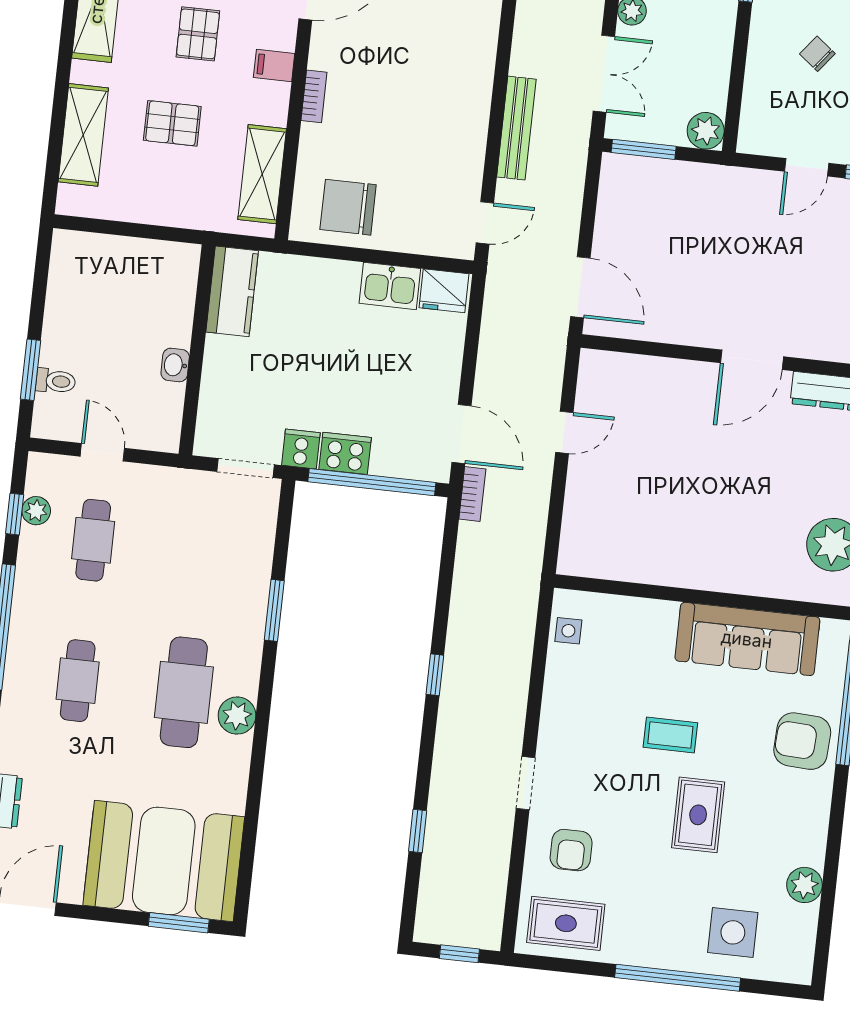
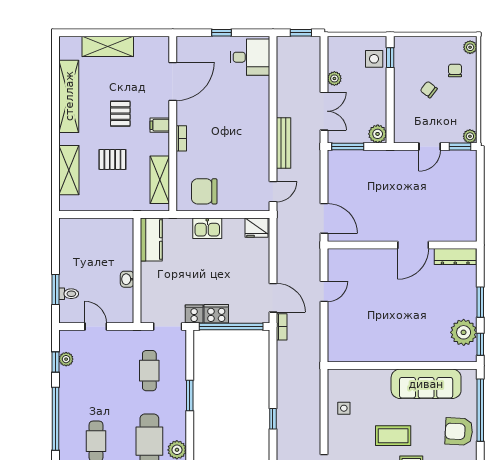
kitchen sink: (390, 286) -> (207, 228), moved
cafe table: (93, 540) -> (149, 371), moved
side table: (568, 631) -> (344, 408), moved
coffee table: (670, 735) -> (393, 436), width x1.36, depth x1.30

